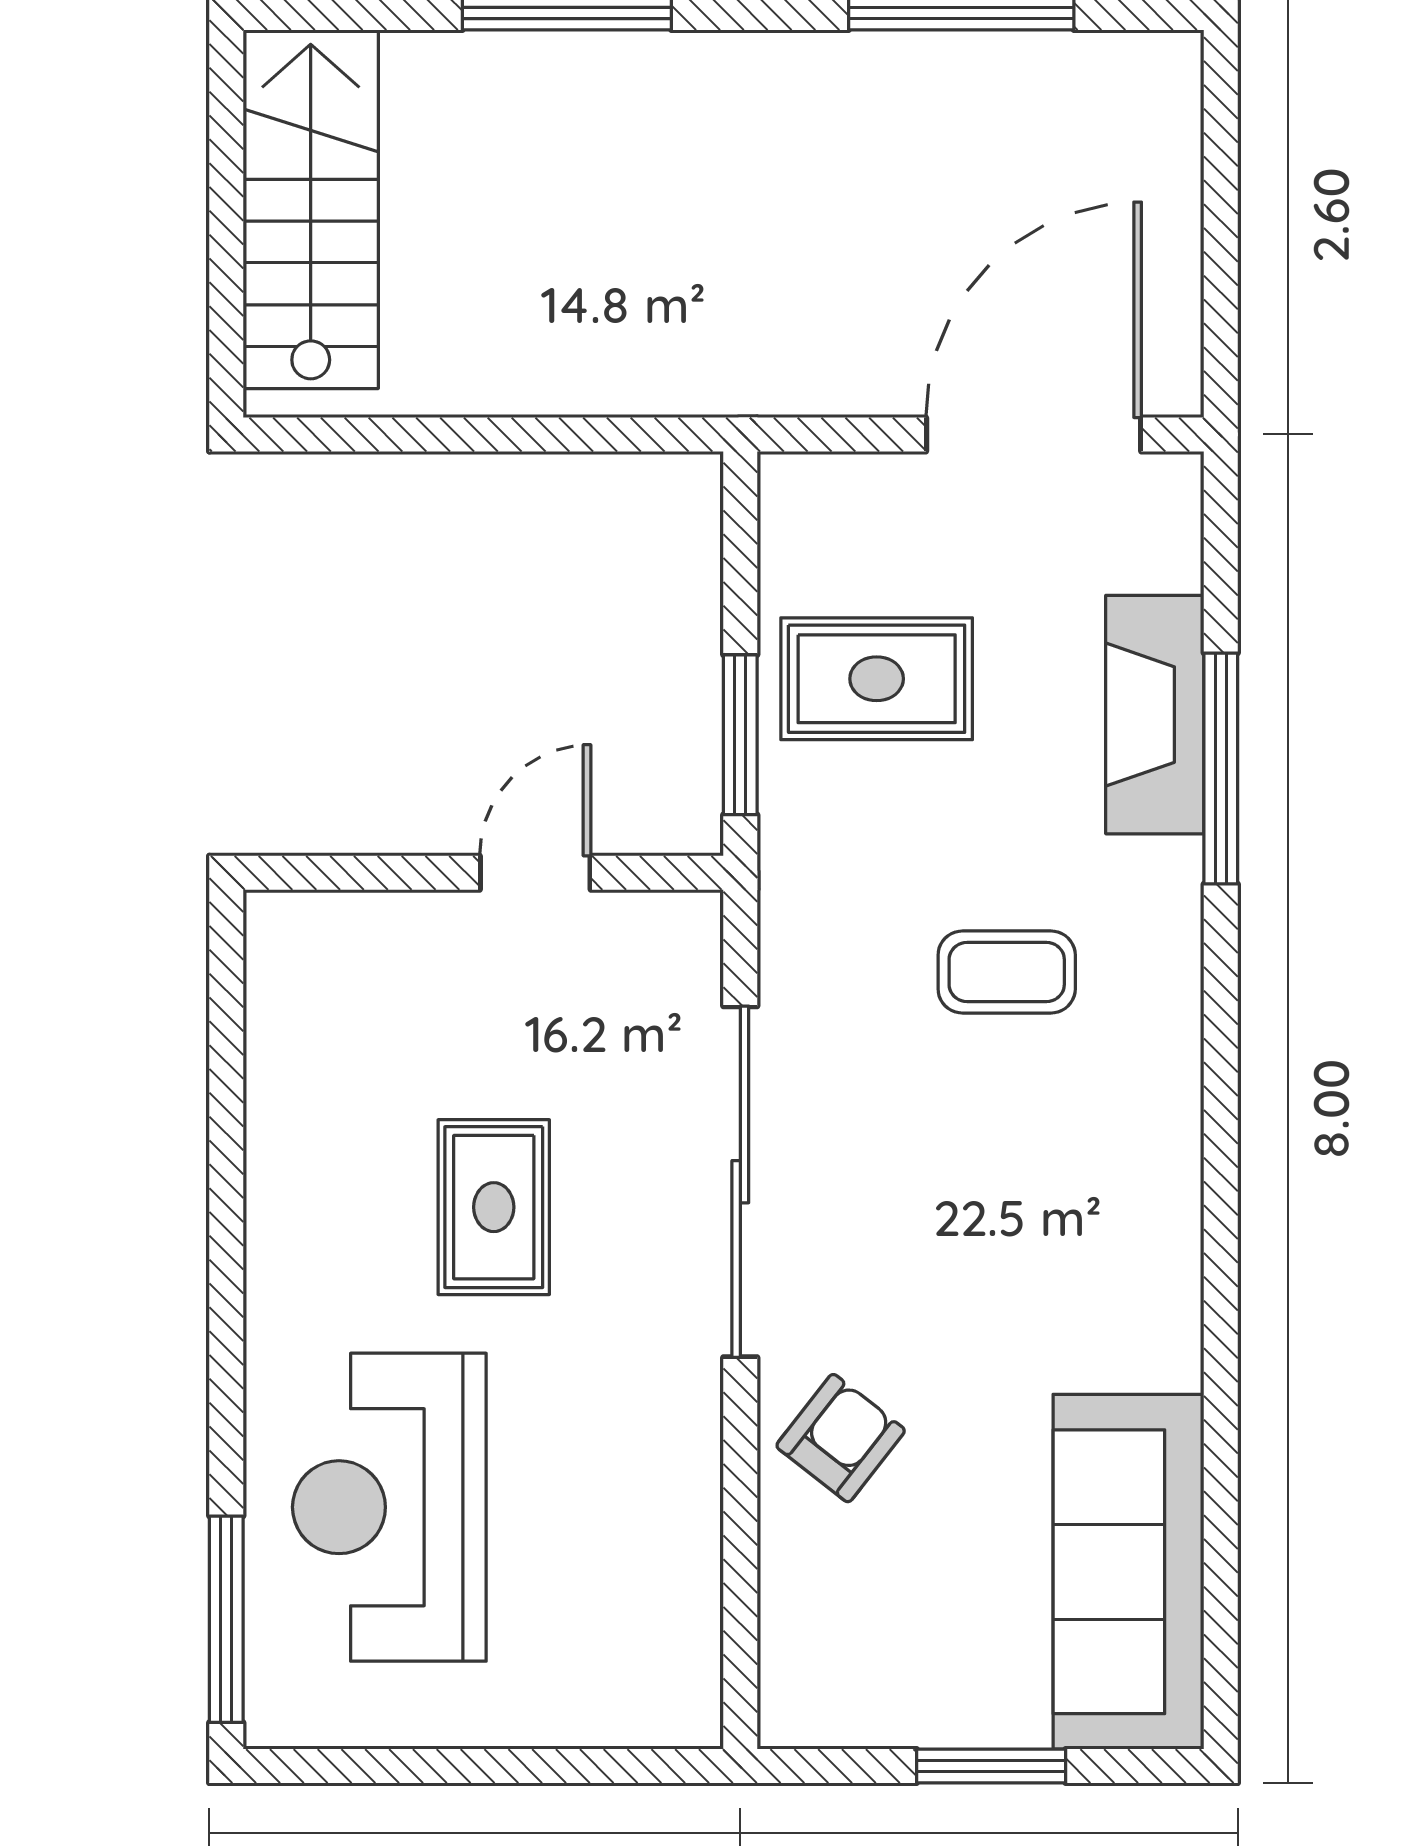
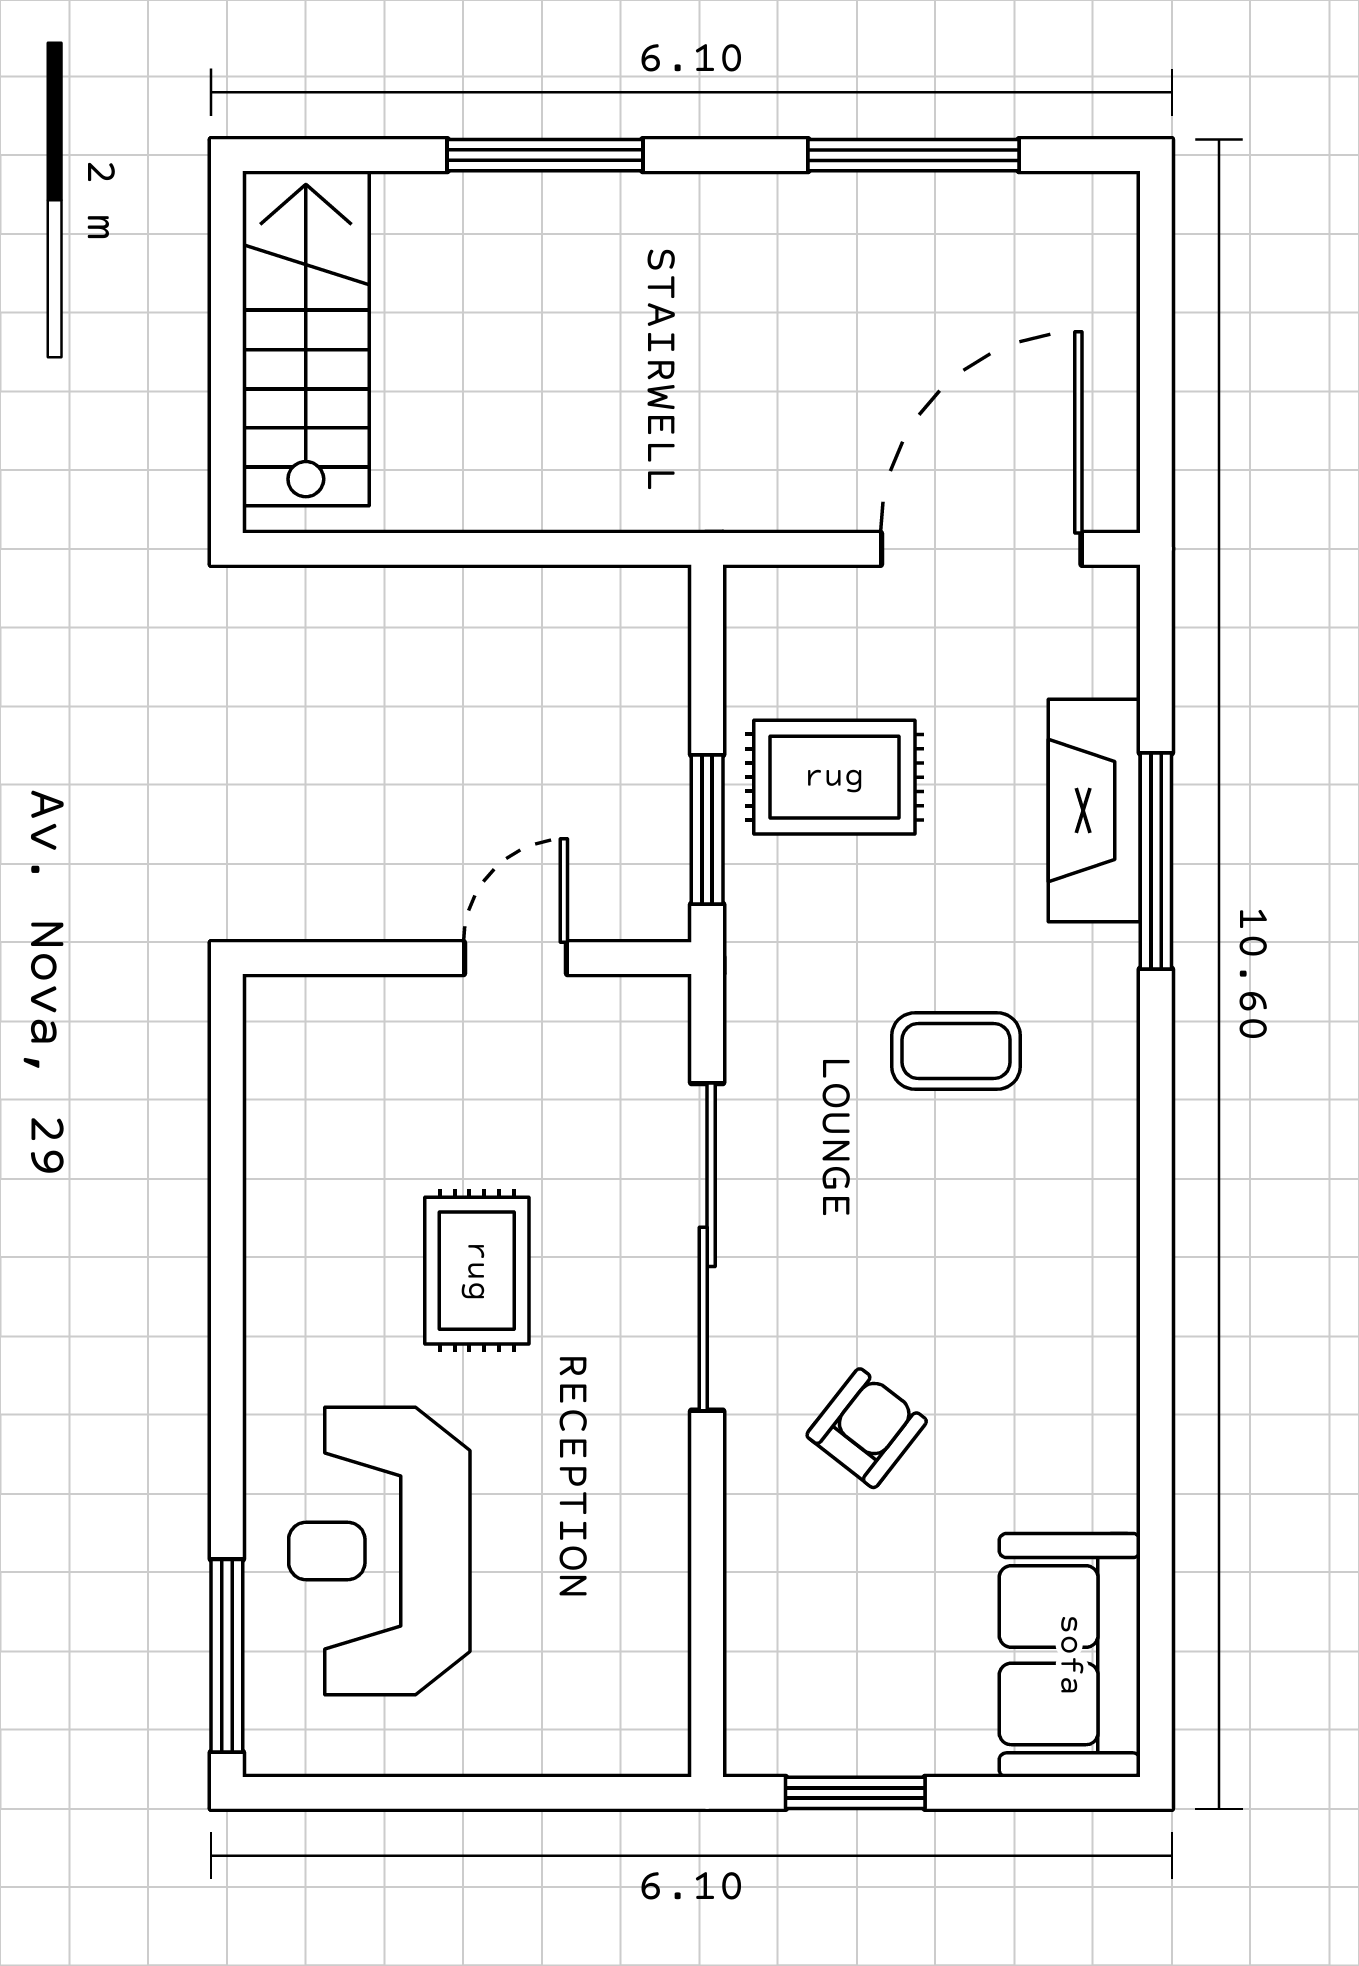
armchair: (841, 1438) -> (867, 1428), moved
sofa: (1128, 1572) -> (1070, 1655), width x0.73
window: (991, 1766) -> (855, 1793), moved

